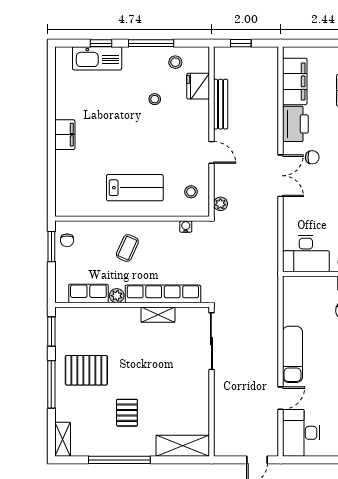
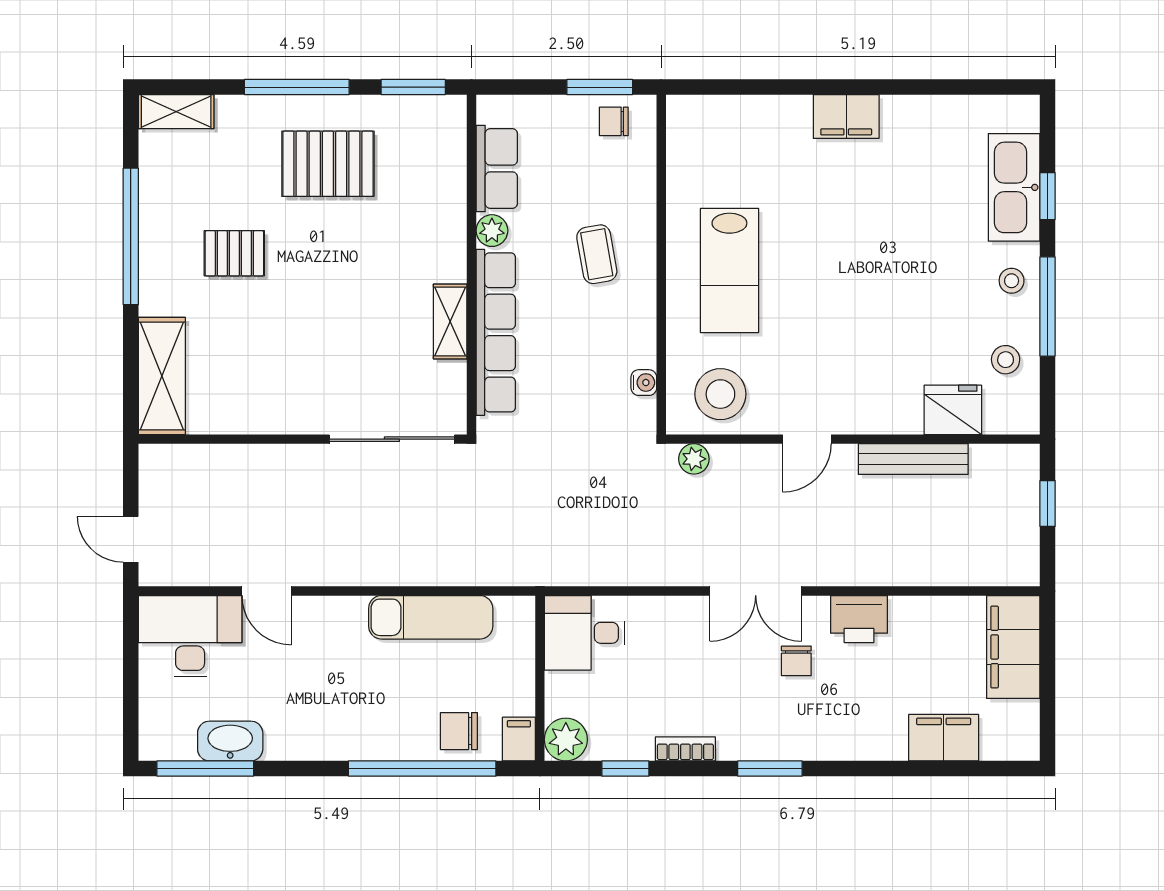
filing cabinet: (295, 81) -> (1013, 647), moved, turned 90
stool: (155, 99) -> (1012, 281), moved
printer: (295, 124) -> (859, 619), width x0.73, depth x0.84
stool: (191, 192) -> (720, 394), width x1.89, depth x1.89
coffee table: (127, 248) -> (597, 254), turned 56
desk: (306, 254) -> (585, 633), width x0.73
exam couch: (292, 354) -> (431, 617), moved
pallet: (86, 370) -> (328, 164), turned 90

